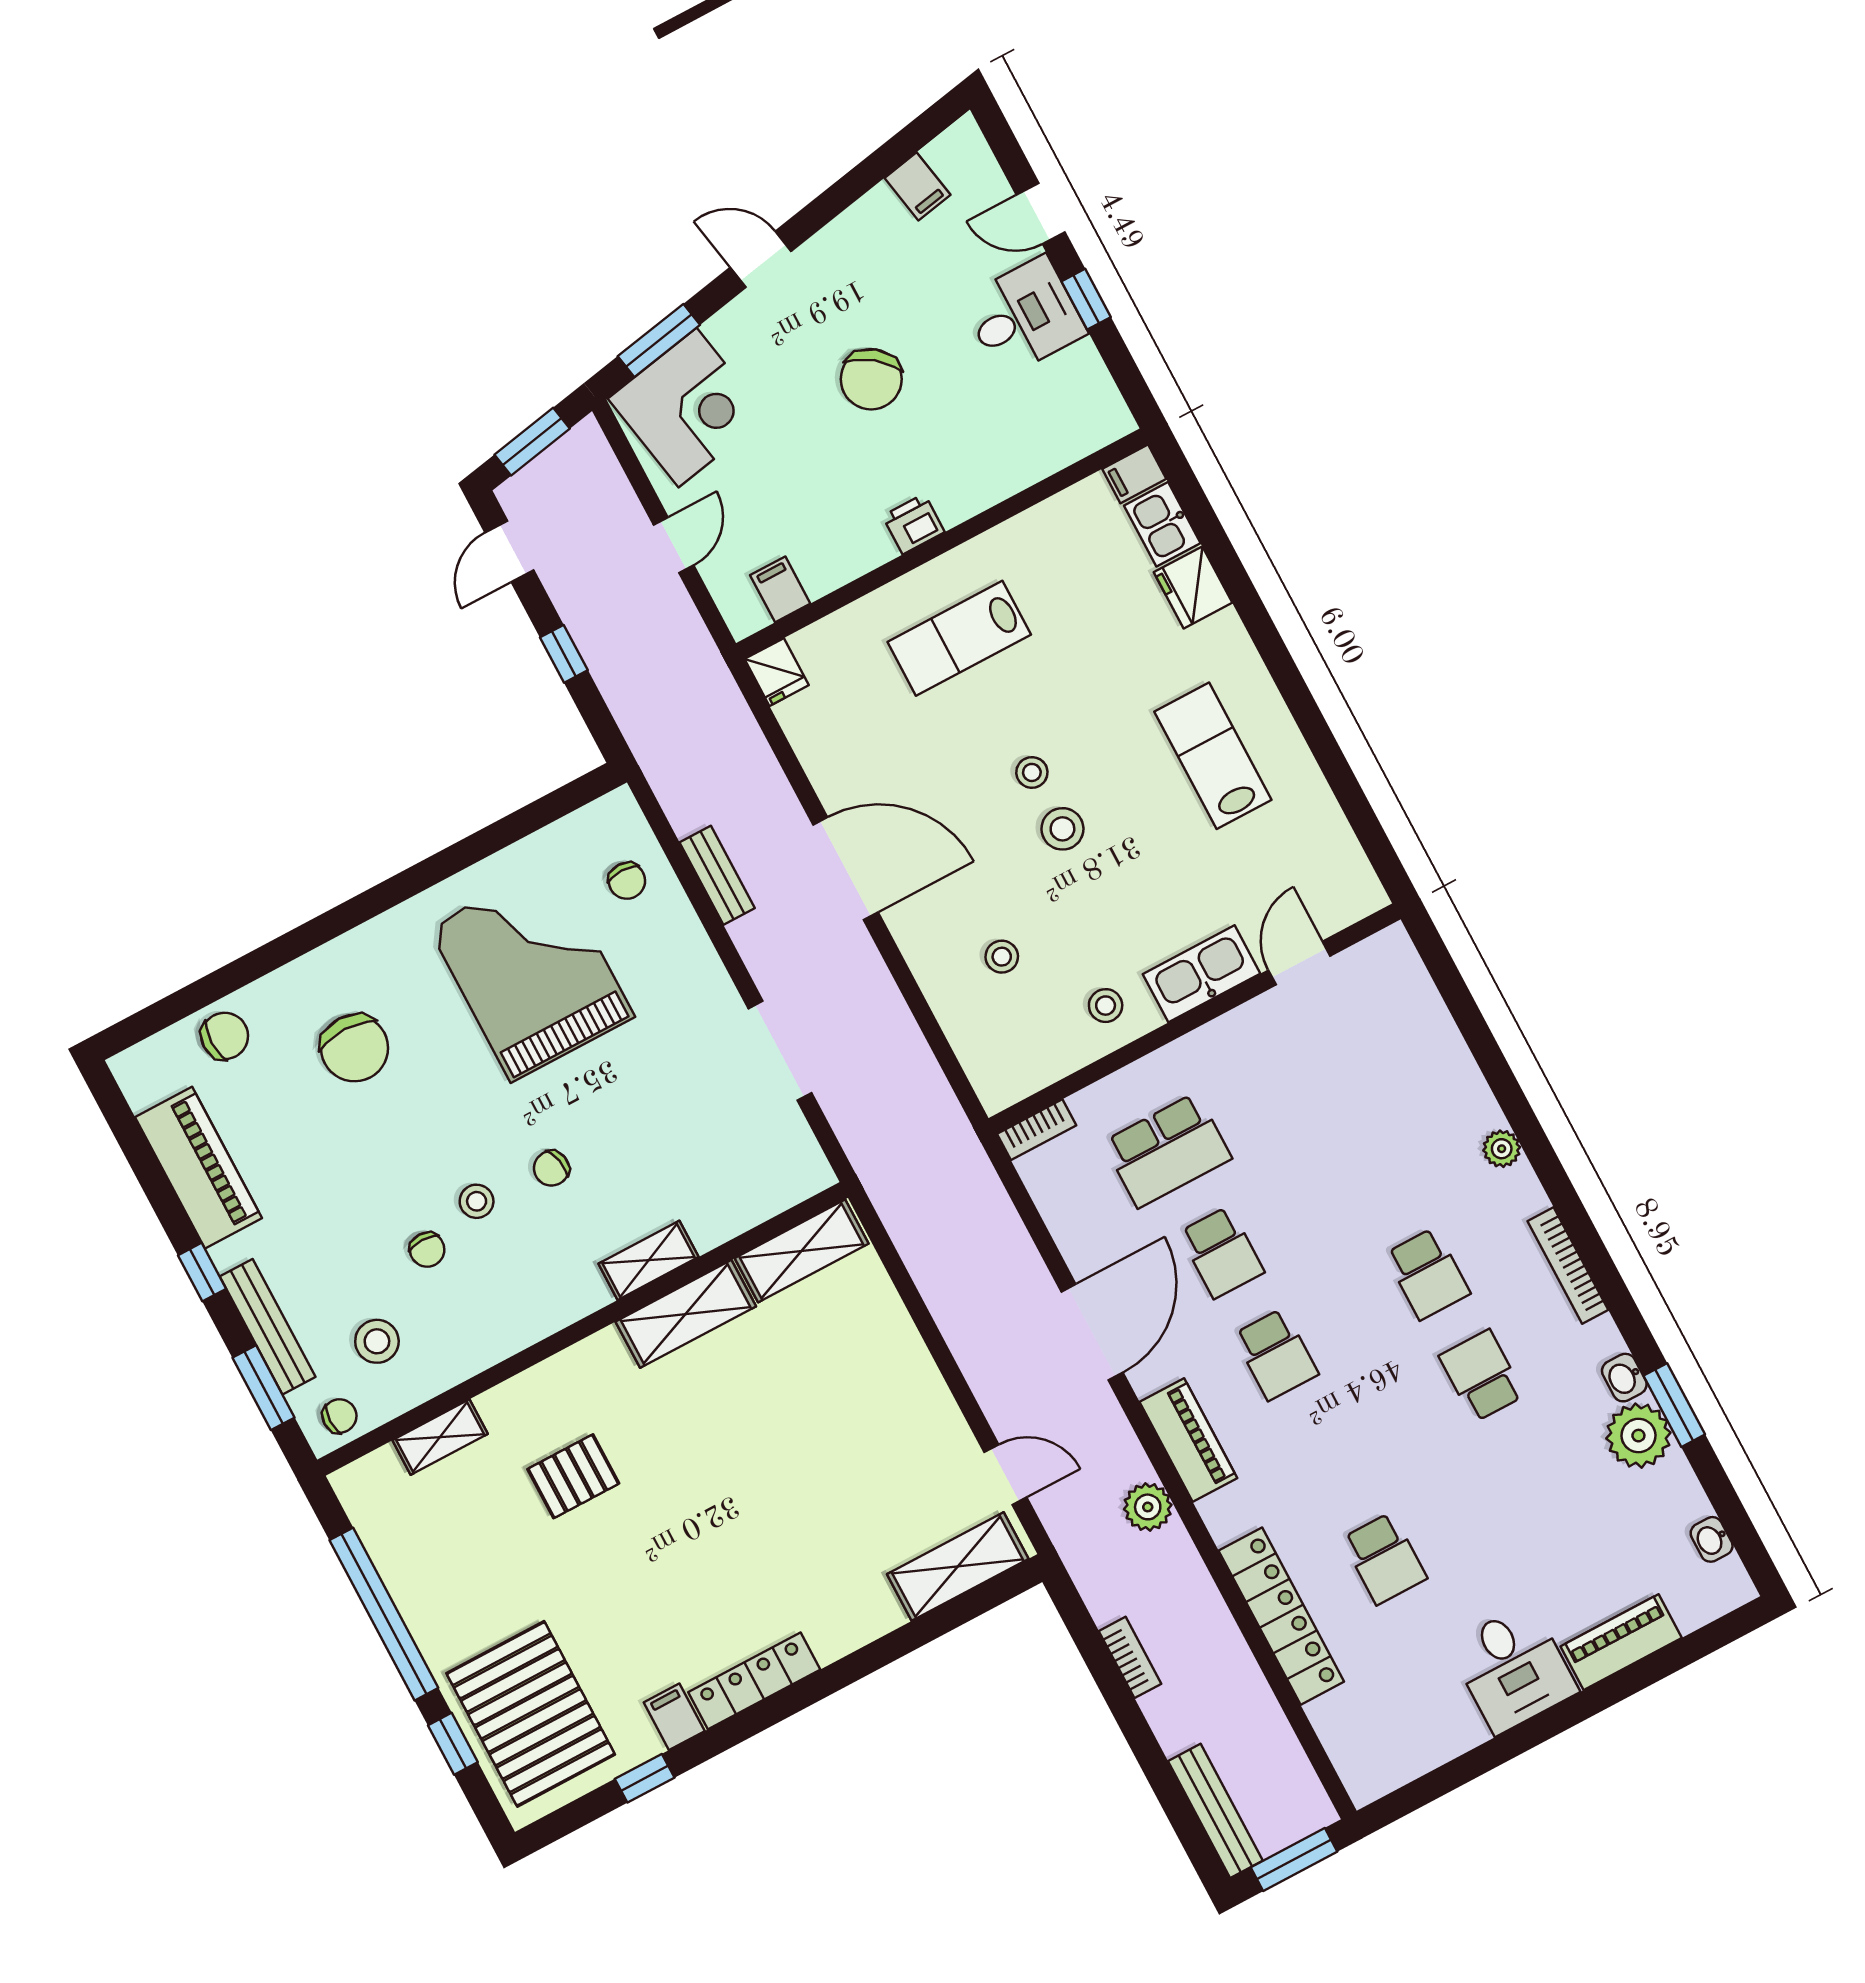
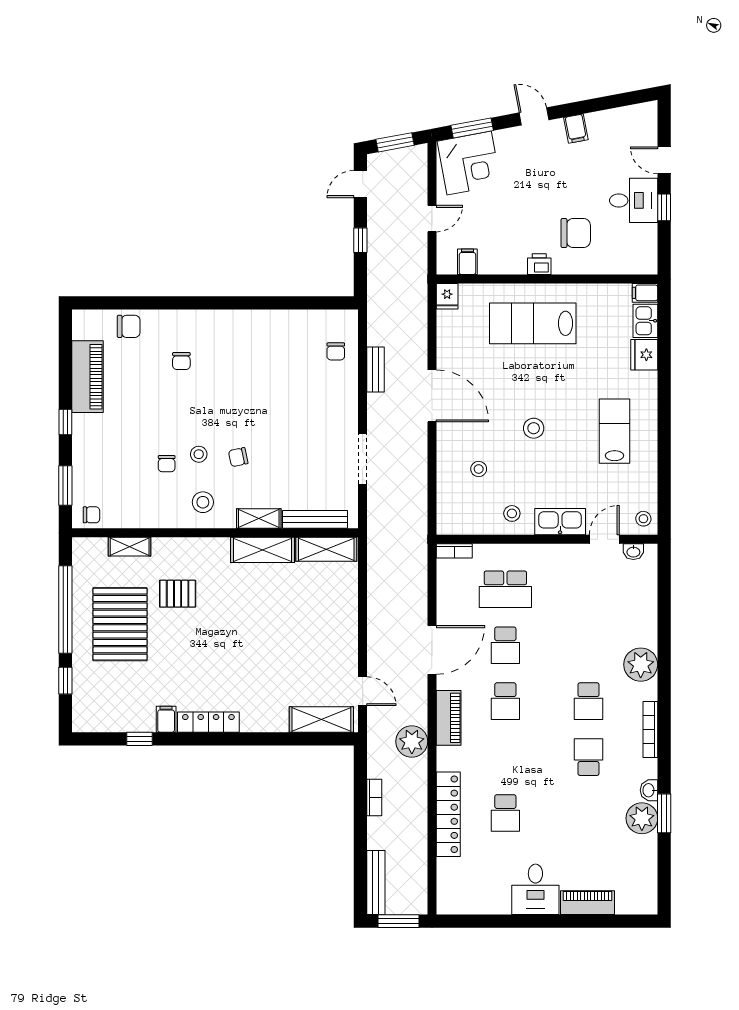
filing cabinet: (917, 186) -> (576, 129), moved
chair: (871, 379) -> (576, 233), moved, turned -127
lab bench: (959, 638) -> (533, 323), width x1.36, depth x1.39
stool: (1032, 772) -> (643, 519), moved
grand piano: (531, 972) -> (274, 369), removed
chair: (355, 1048) -> (181, 361), width x0.54, depth x0.54
plant: (1502, 1149) -> (641, 665), width x1.88, depth x1.88
bench: (268, 1327) -> (315, 519), moved, turned 90
stool: (377, 1341) -> (203, 502), moved
plant: (1148, 1507) -> (412, 741), width x1.36, depth x1.36
washbasin: (1712, 1539) -> (633, 552), moved, turned -90
pallet: (531, 1714) -> (120, 624), moved

